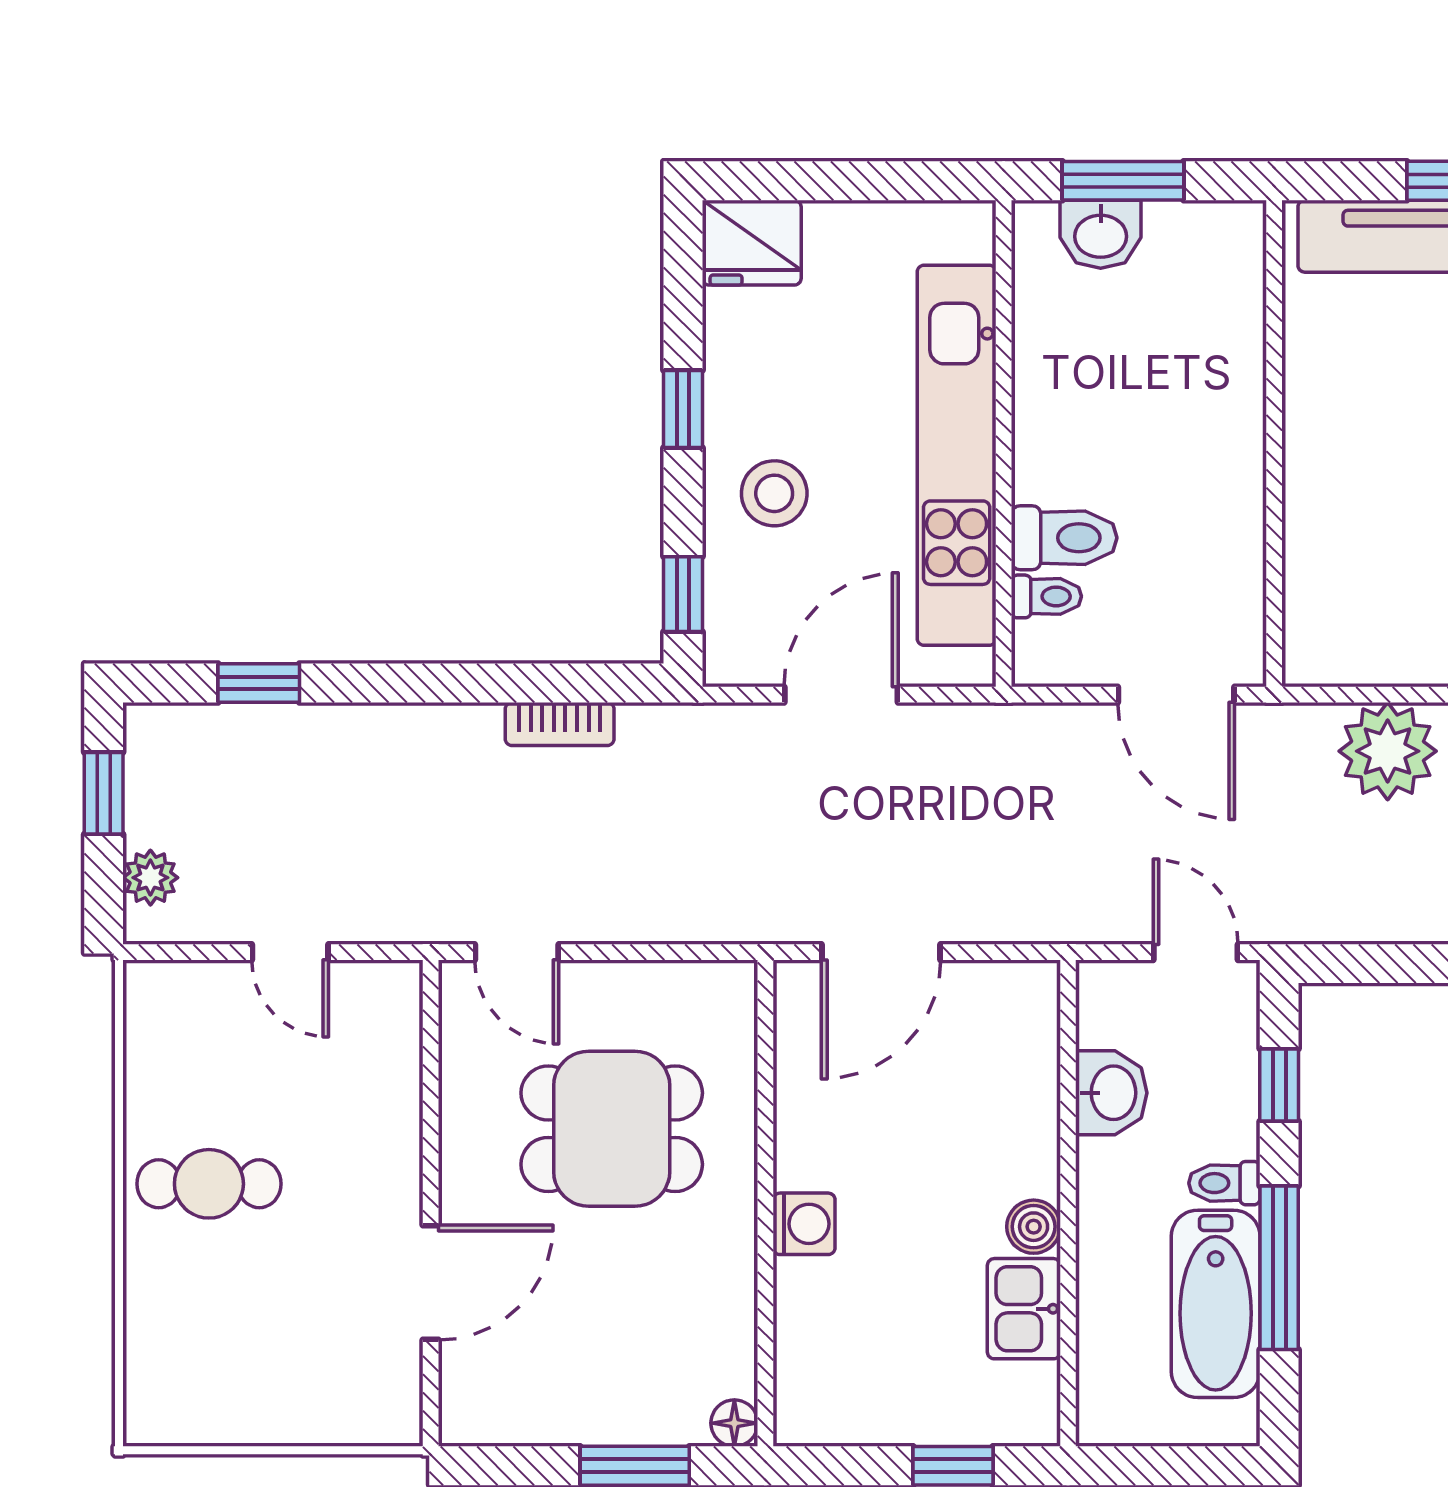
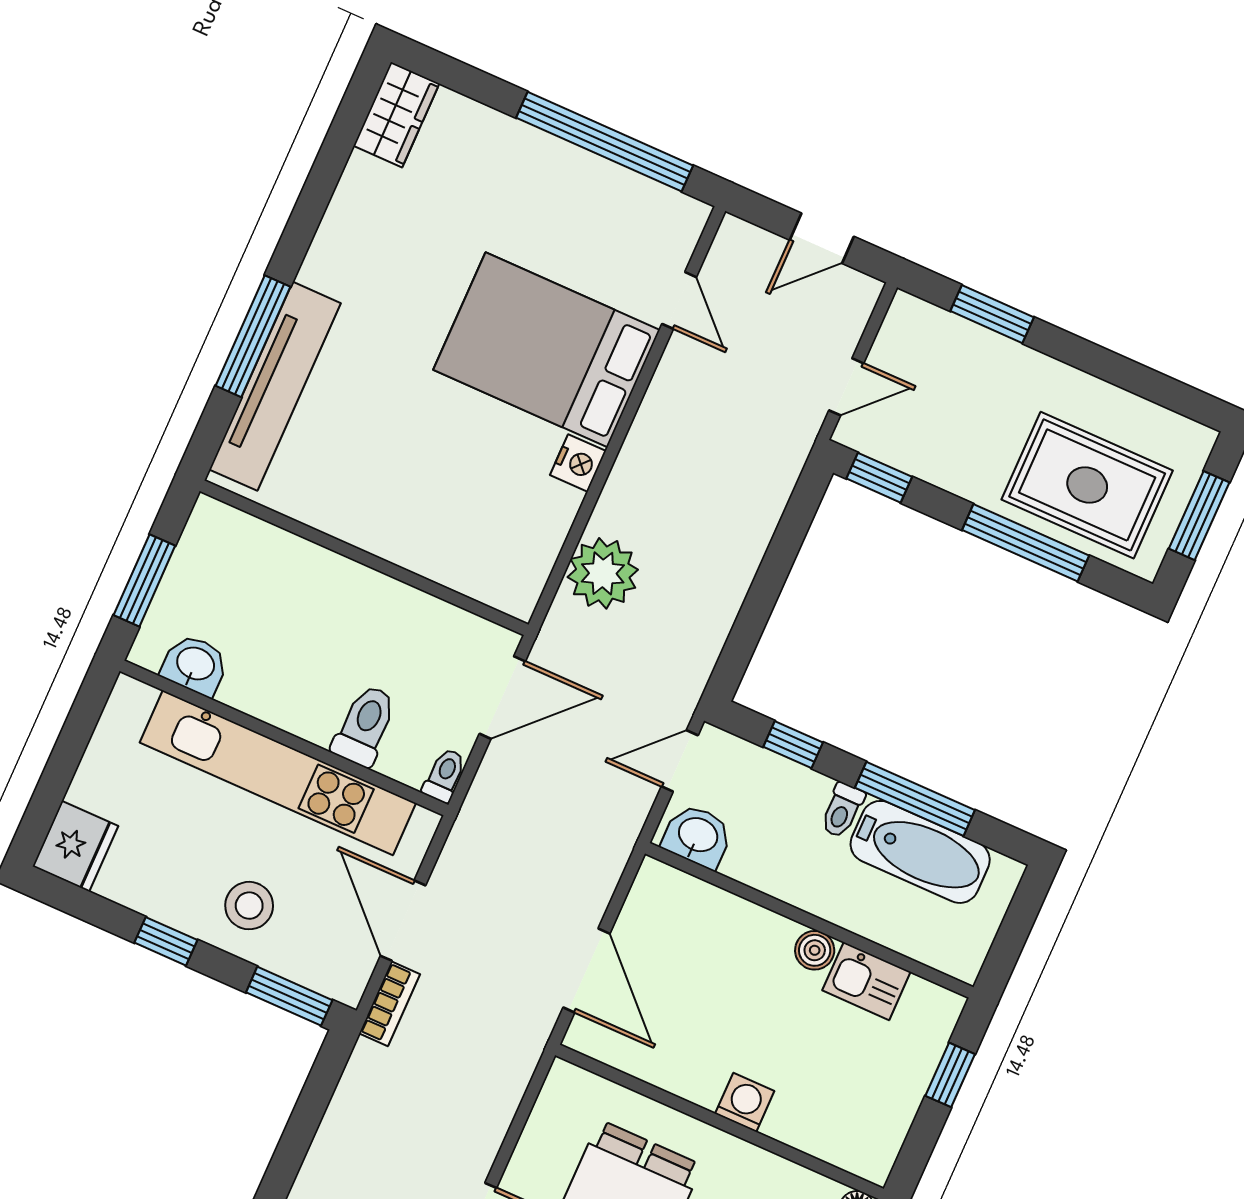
washbasin: (1101, 234) -> (195, 665), moved, turned -90
window: (683, 594) -> (289, 996), width x1.50
toilet: (1046, 596) -> (444, 775), moved
bookcase: (560, 724) -> (390, 1004), moved
washbasin: (1111, 1093) -> (697, 836), moved

